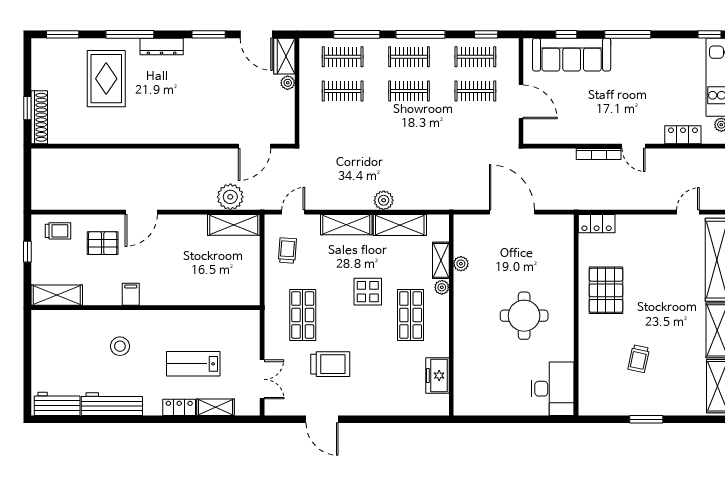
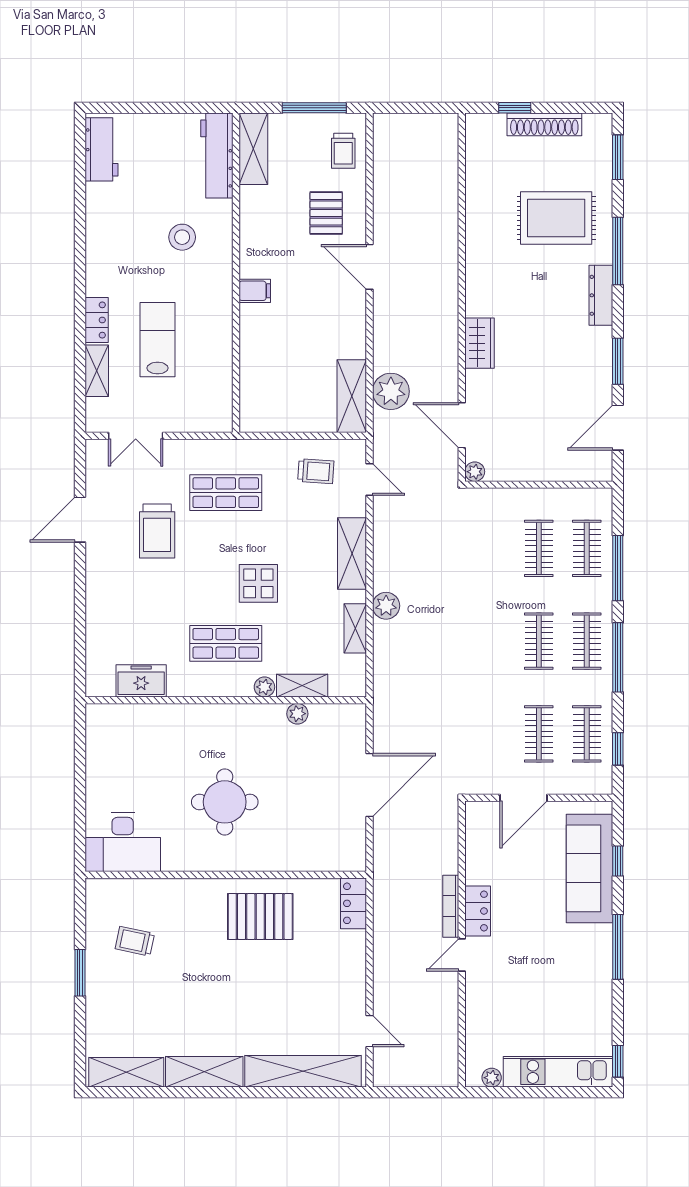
wardrobe: (284, 56) -> (480, 343), moved, turned 90
plant: (288, 83) -> (475, 472), moved
shoe rack: (39, 117) -> (544, 124), moved
locker: (683, 135) -> (478, 911), moved
shelving: (400, 225) -> (355, 628), width x0.67, depth x0.75
window: (27, 252) -> (314, 108), width x2.17
filing cabinet: (131, 294) -> (255, 291), moved
trolley: (639, 359) -> (135, 941), moved
workbench: (112, 404) -> (217, 156), moved, turned 180

